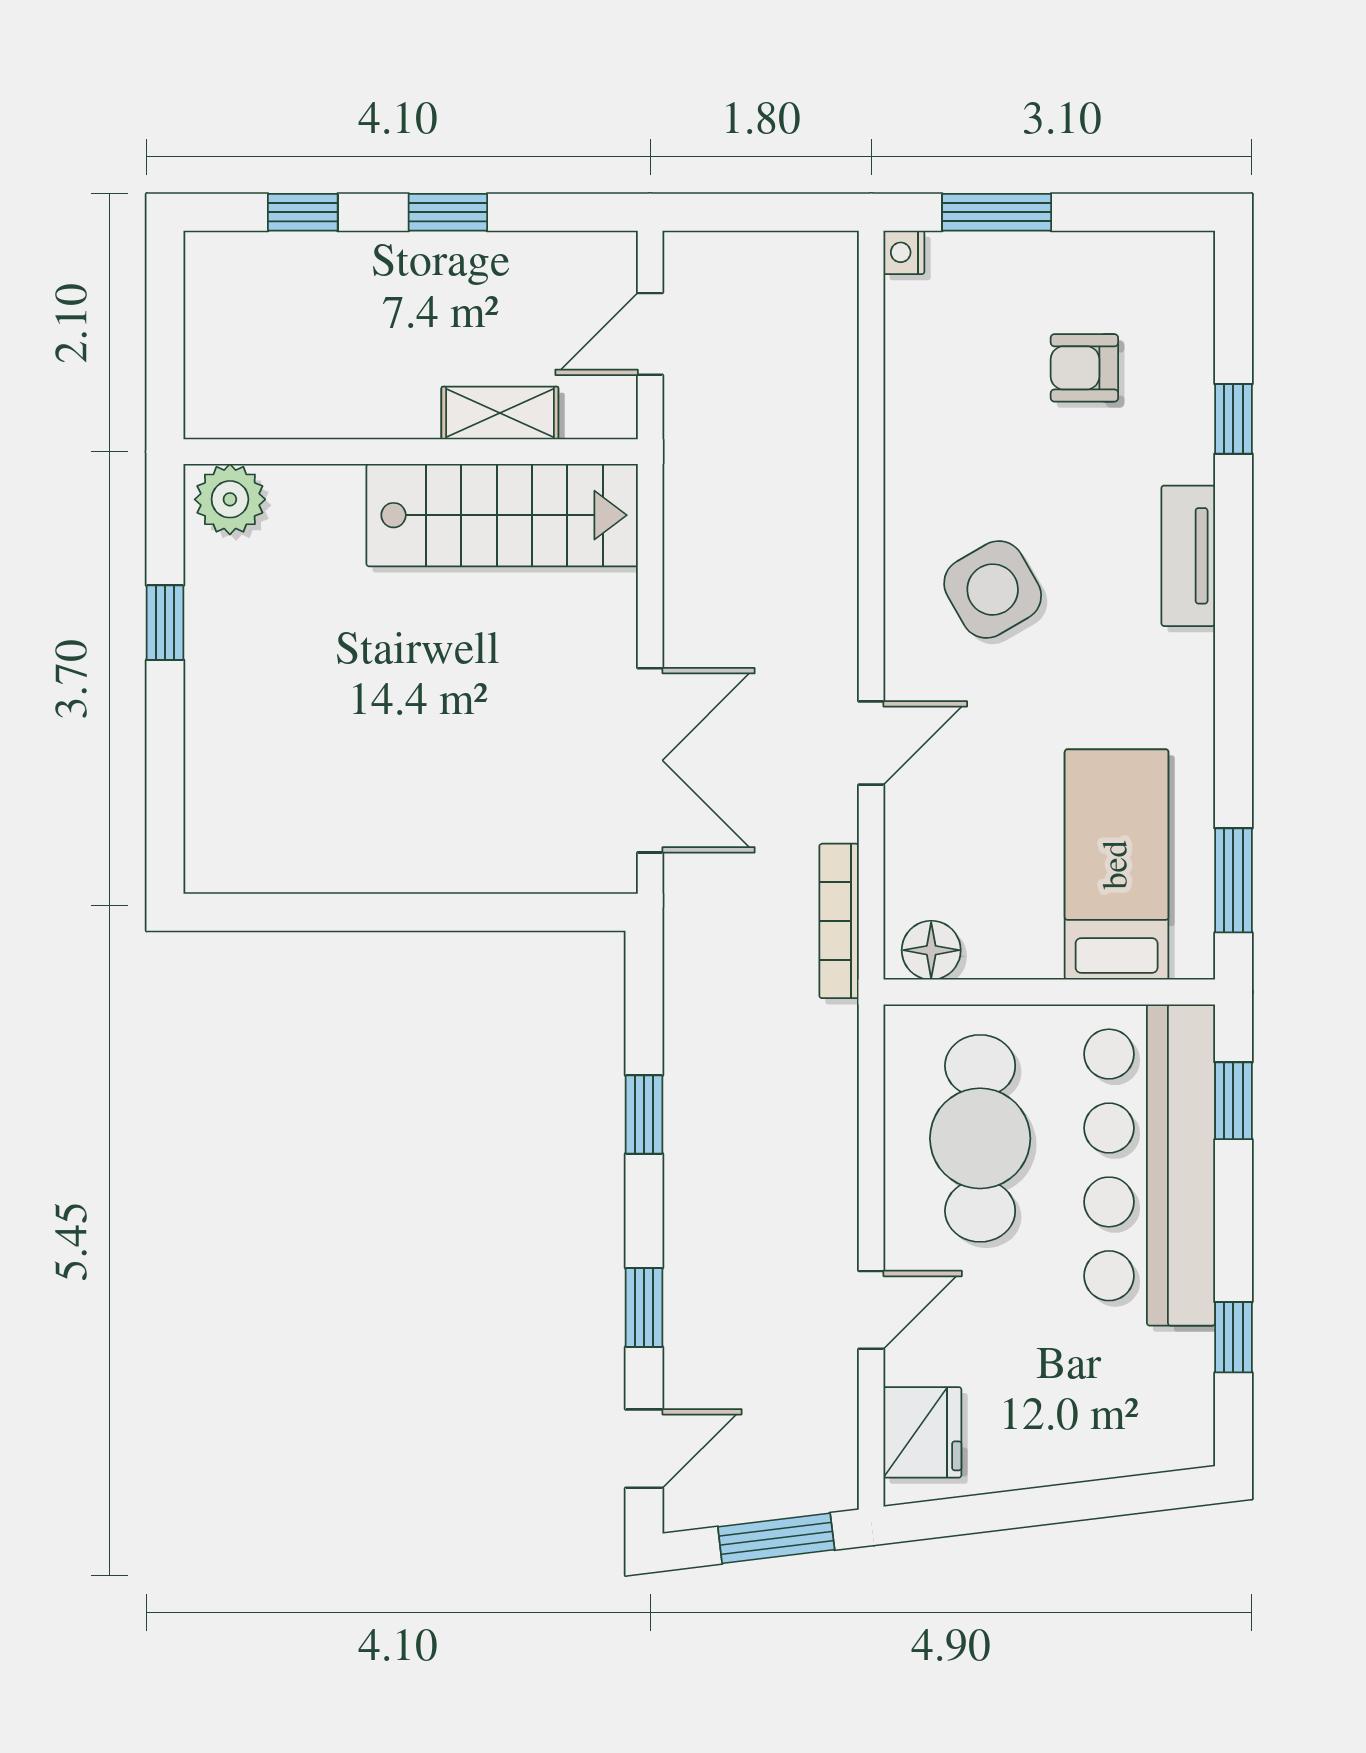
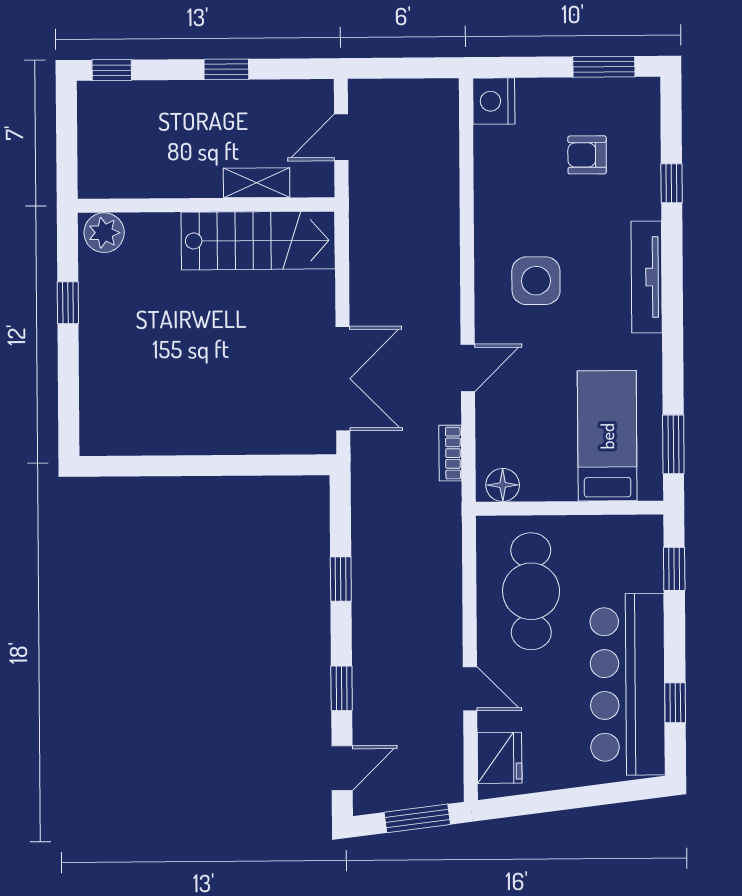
window: (303, 212) -> (112, 70), moved
window: (997, 212) -> (604, 67), moved
nightstand: (904, 252) -> (494, 101), width x1.89, depth x1.79
tv unit: (1188, 556) -> (647, 277), width x1.41
side table: (993, 590) -> (536, 281), turned 30
bookcase: (839, 921) -> (450, 453), width x0.64
bar counter: (1150, 1165) -> (628, 684), moved
door: (871, 1310) -> (470, 689), hinge flipped

